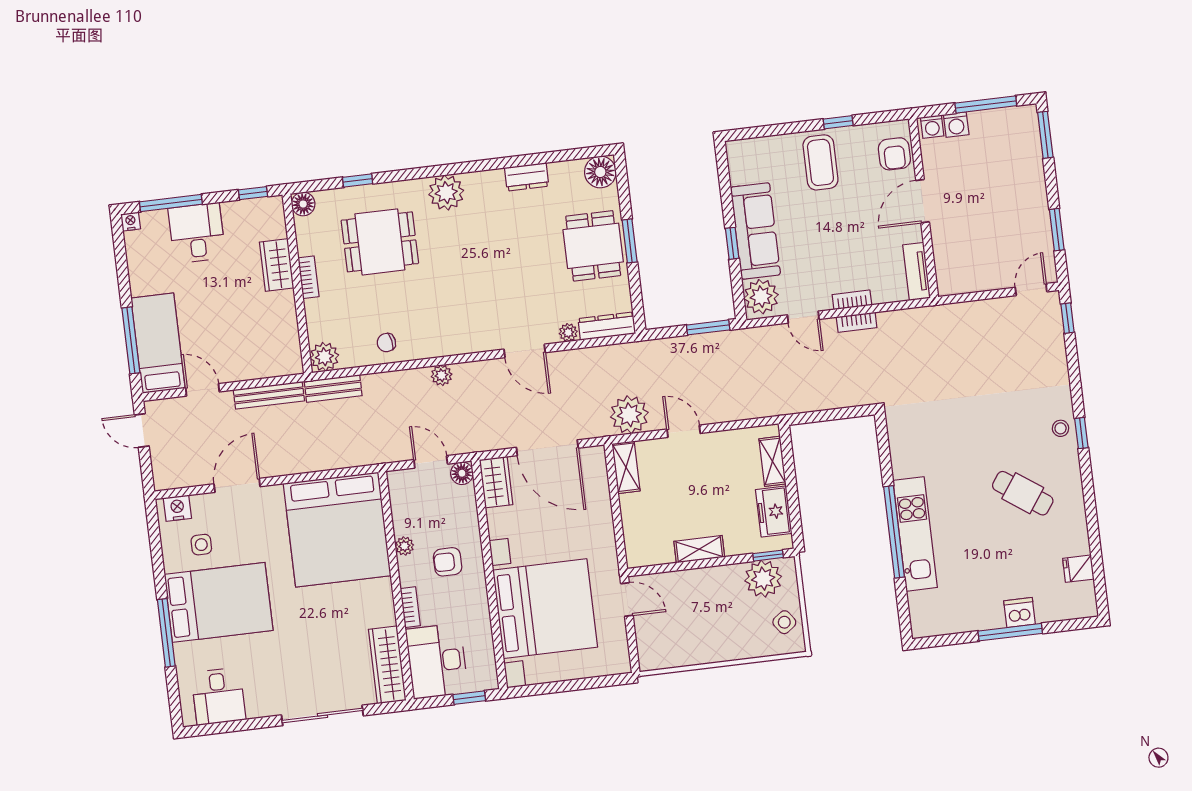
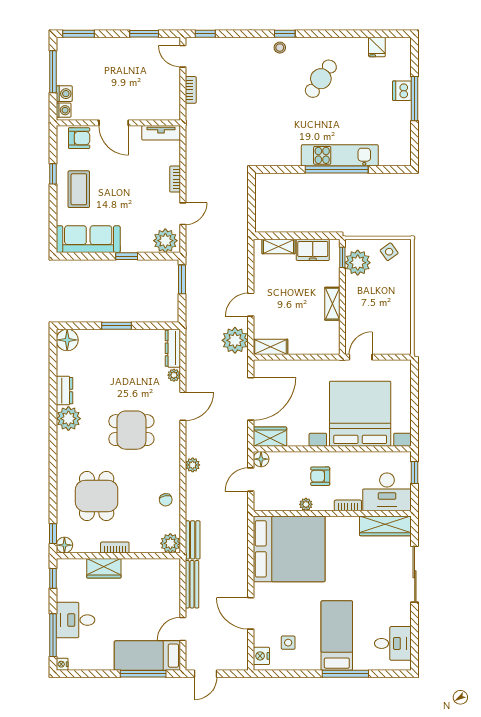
coffee table: (820, 162) -> (79, 189), turned 90
window: (358, 180) -> (53, 534), moved
plant: (446, 193) -> (68, 419), moved
sofa: (755, 231) -> (88, 239), moved
dining table: (593, 246) -> (131, 430), moved
bookcase: (857, 322) -> (191, 90), moved
armchair: (448, 562) -> (320, 476), turned 90
bed: (219, 602) -> (337, 636), width x0.67

